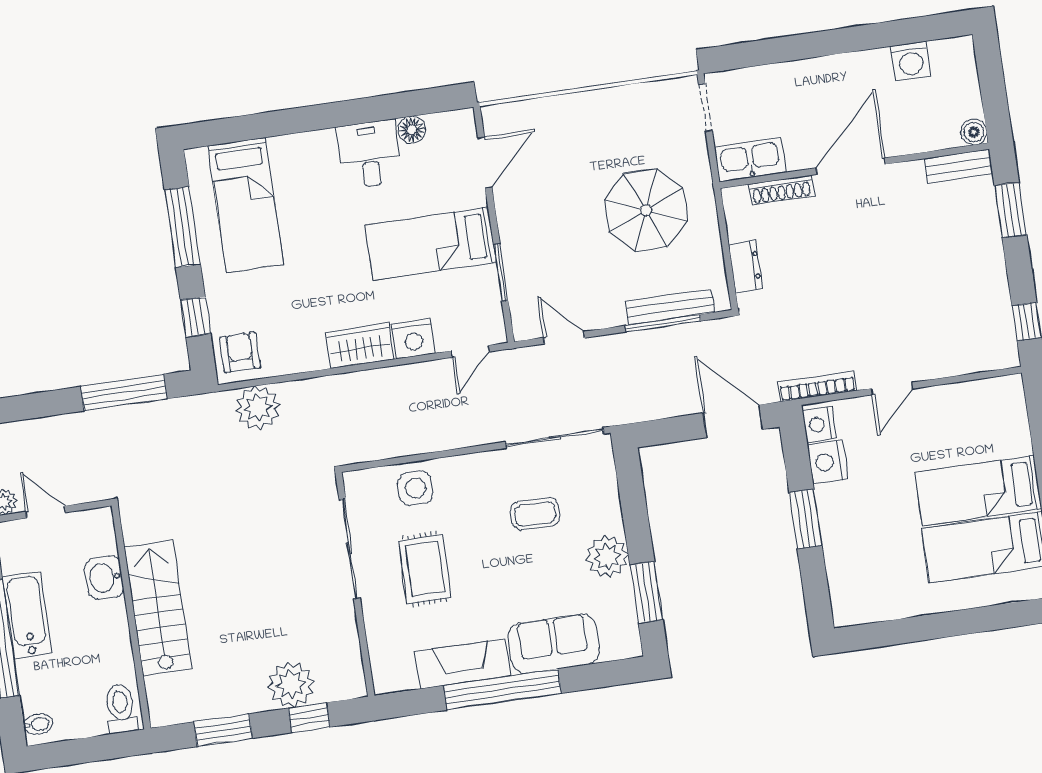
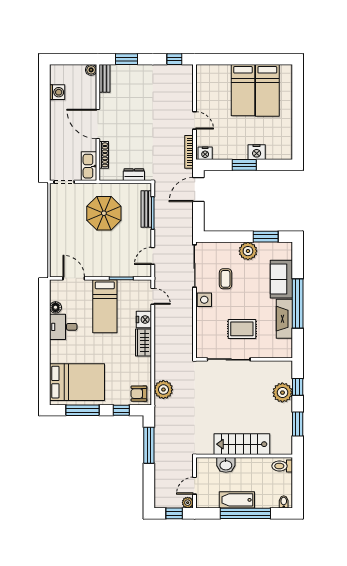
bed: (246, 205) -> (77, 382), width x1.50
nightstand: (827, 462) -> (257, 152), moved
side table: (415, 488) -> (204, 300), moved

